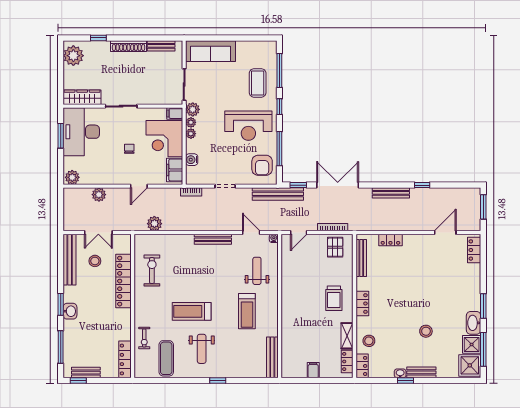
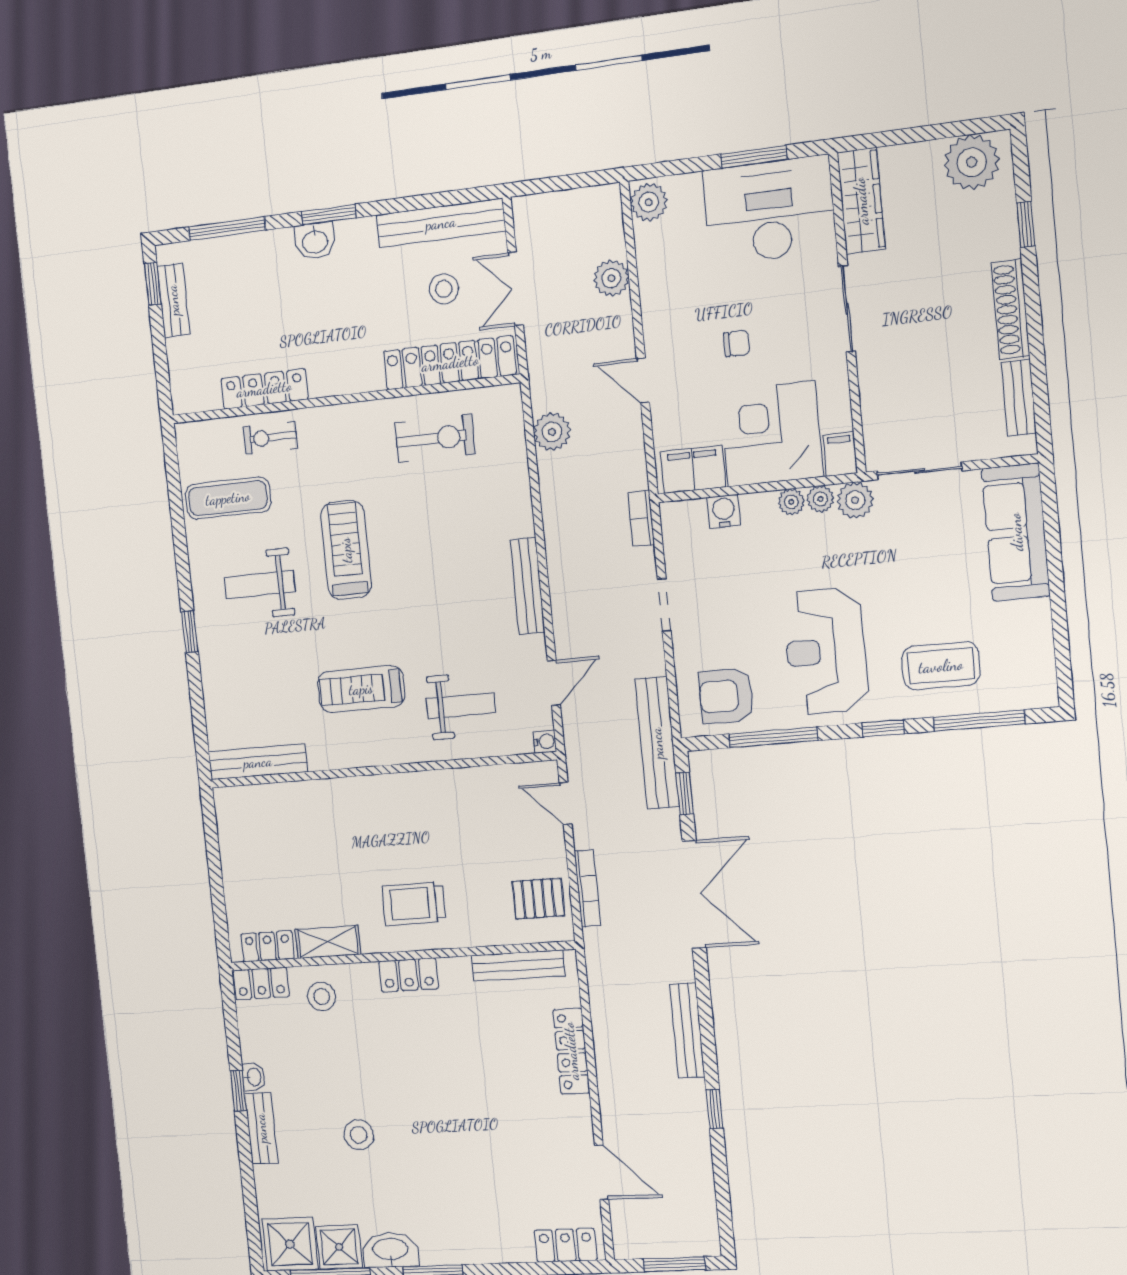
locker: (390, 240) -> (571, 1051), width x1.53
locker: (123, 281) -> (450, 363), moved
locker: (125, 359) -> (264, 389), moved
filing cabinet: (313, 370) -> (239, 865), removed

